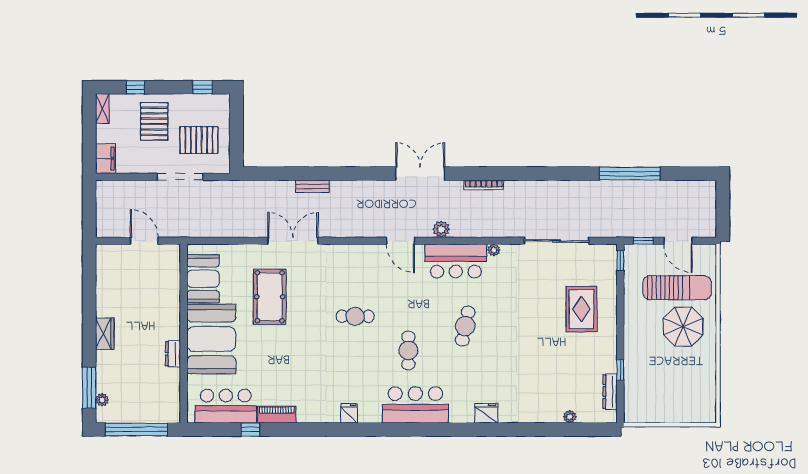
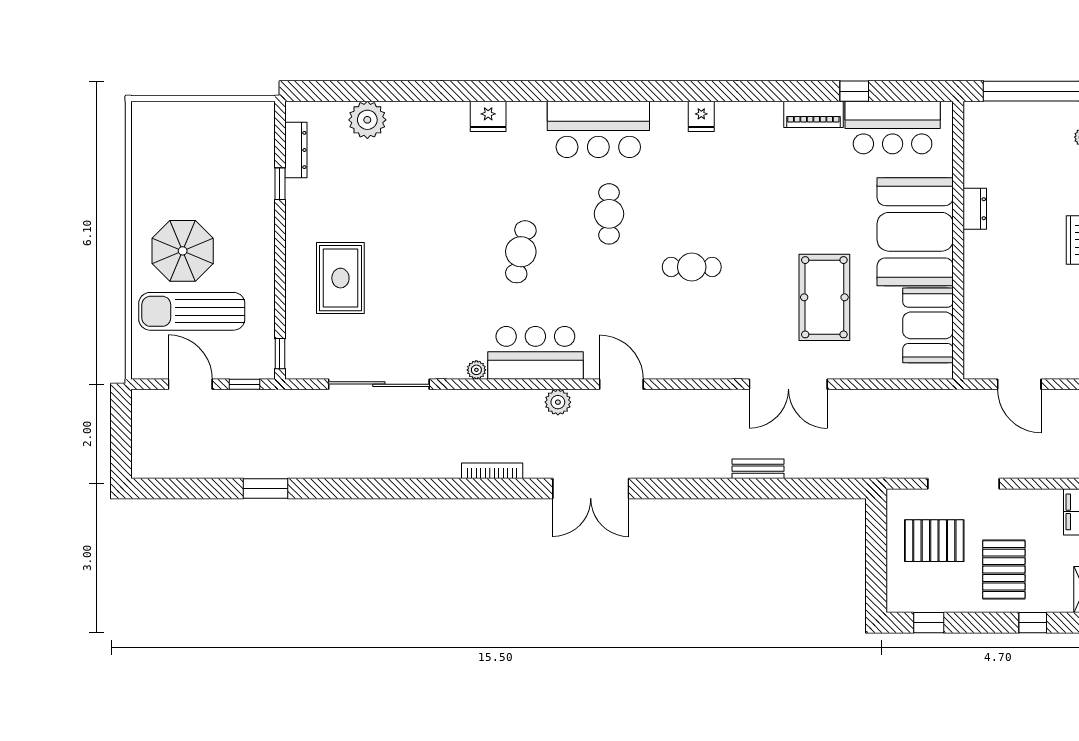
window: (630, 174) -> (266, 489), width x0.47
plant: (570, 417) -> (367, 120), width x1.87, depth x1.87

